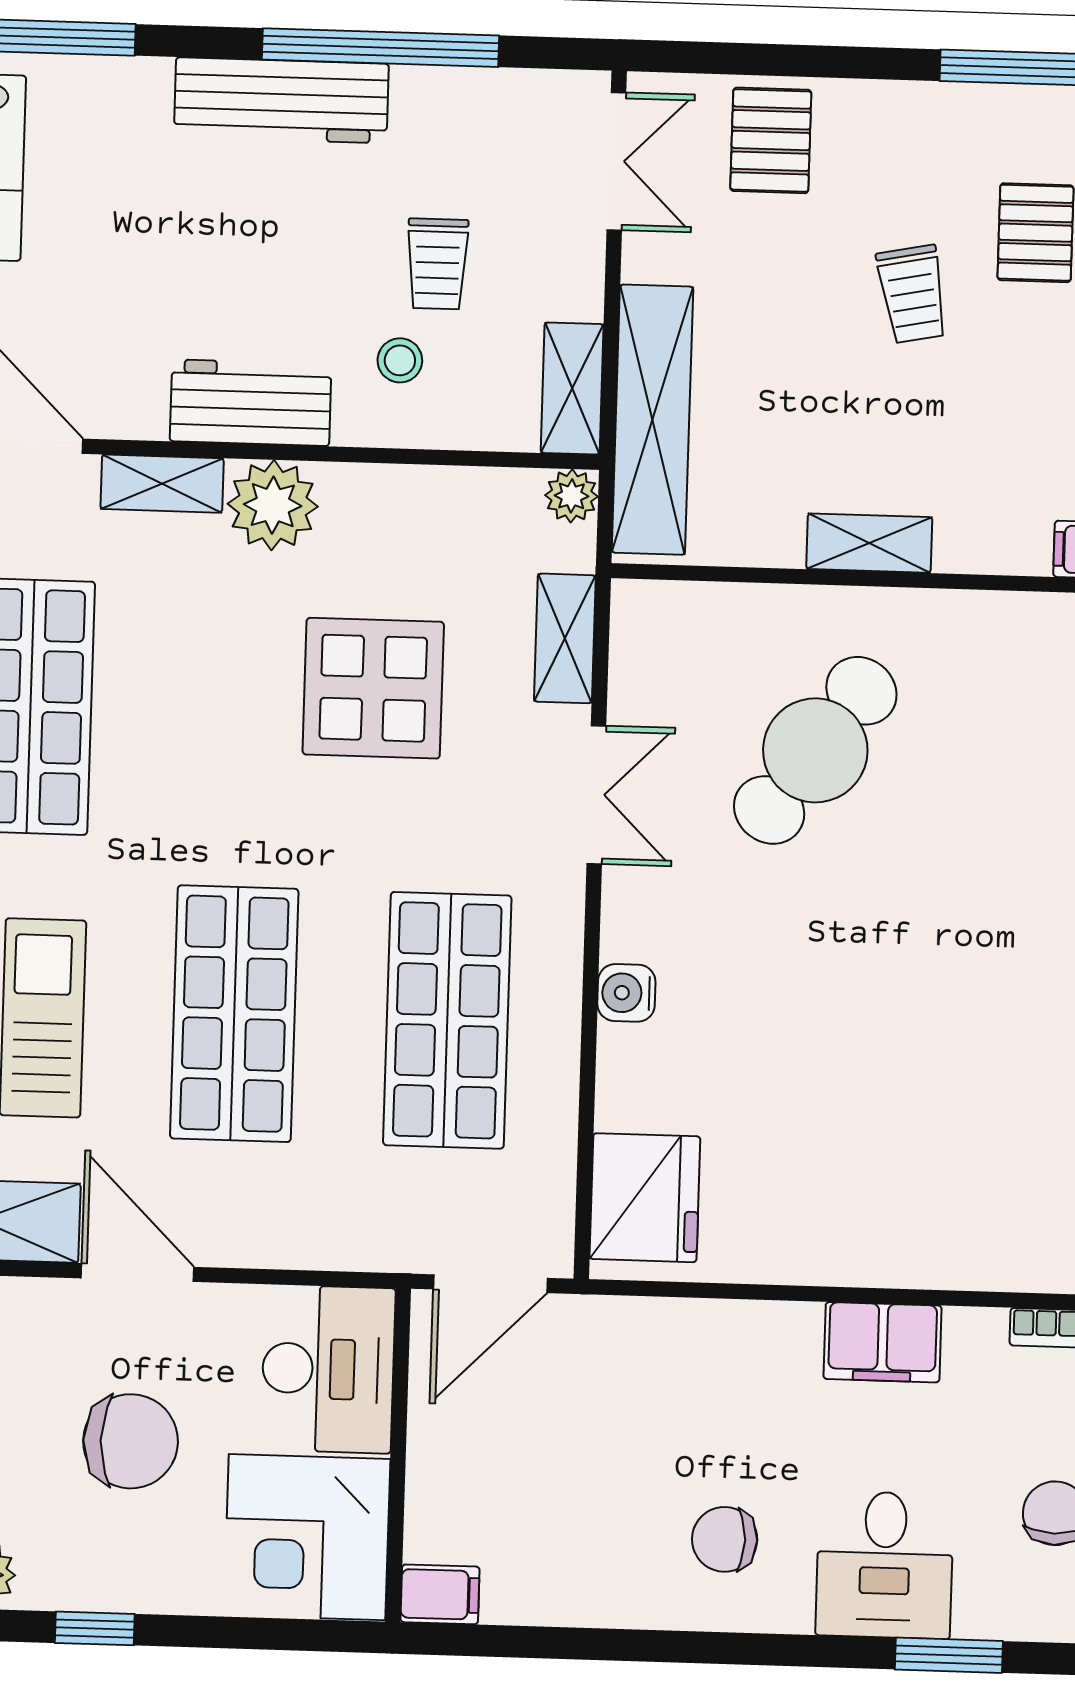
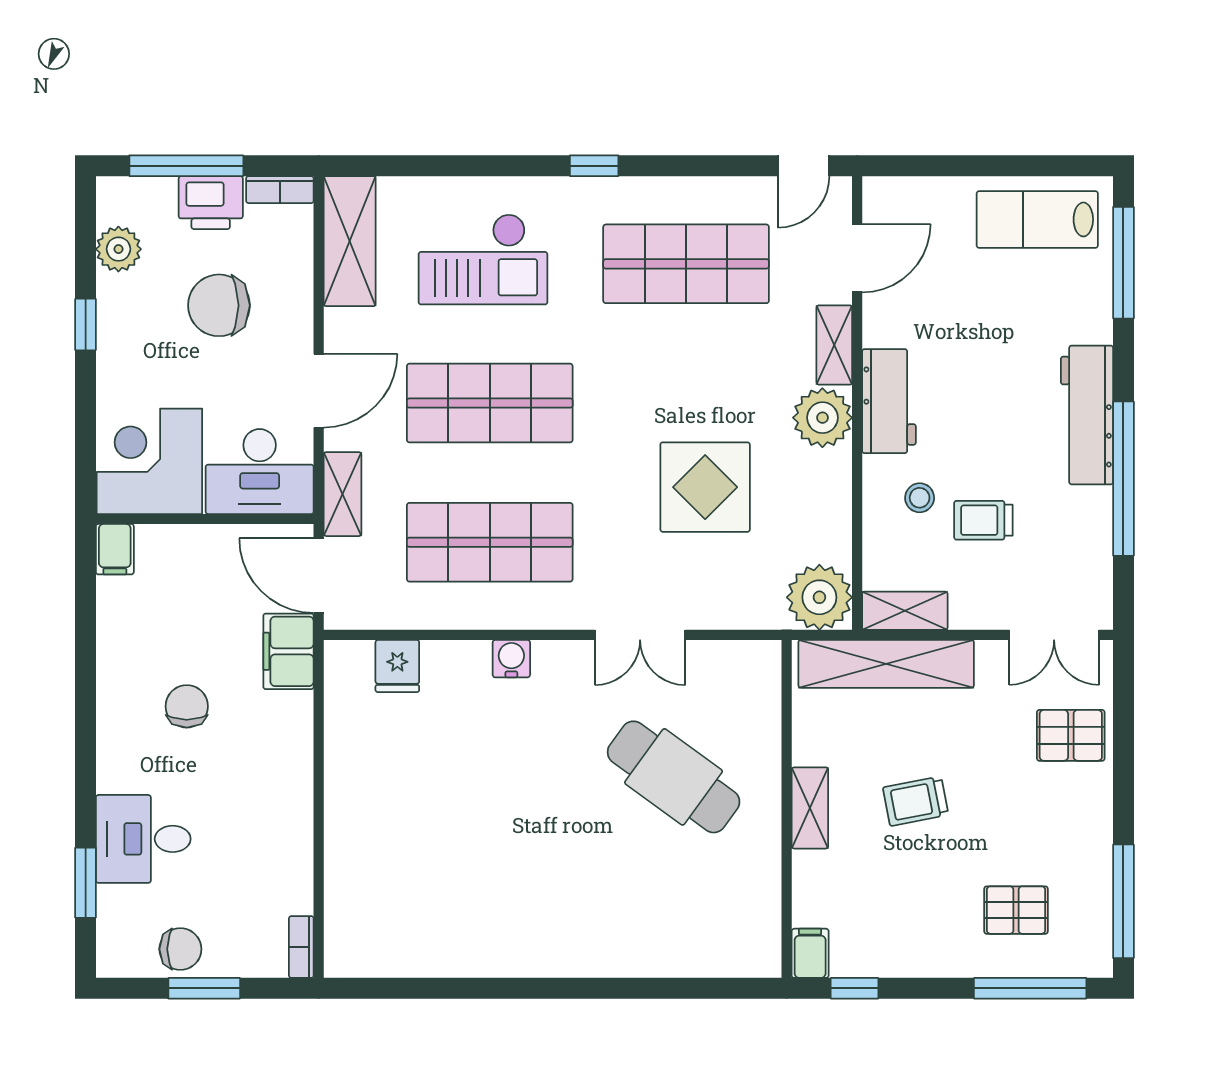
trolley: (913, 294) -> (916, 801), moved
plant: (571, 496) -> (819, 597), width x1.88, depth x1.88
shelving: (565, 638) -> (343, 494), moved, turned 90
fridge: (645, 1198) -> (397, 666), width x0.53, depth x0.75
door: (138, 1273) -> (319, 391), moved
filing cabinet: (883, 1342) -> (289, 651), moved
chair: (131, 1441) -> (219, 305), moved, turned 90
chair: (725, 1539) -> (187, 706), moved

